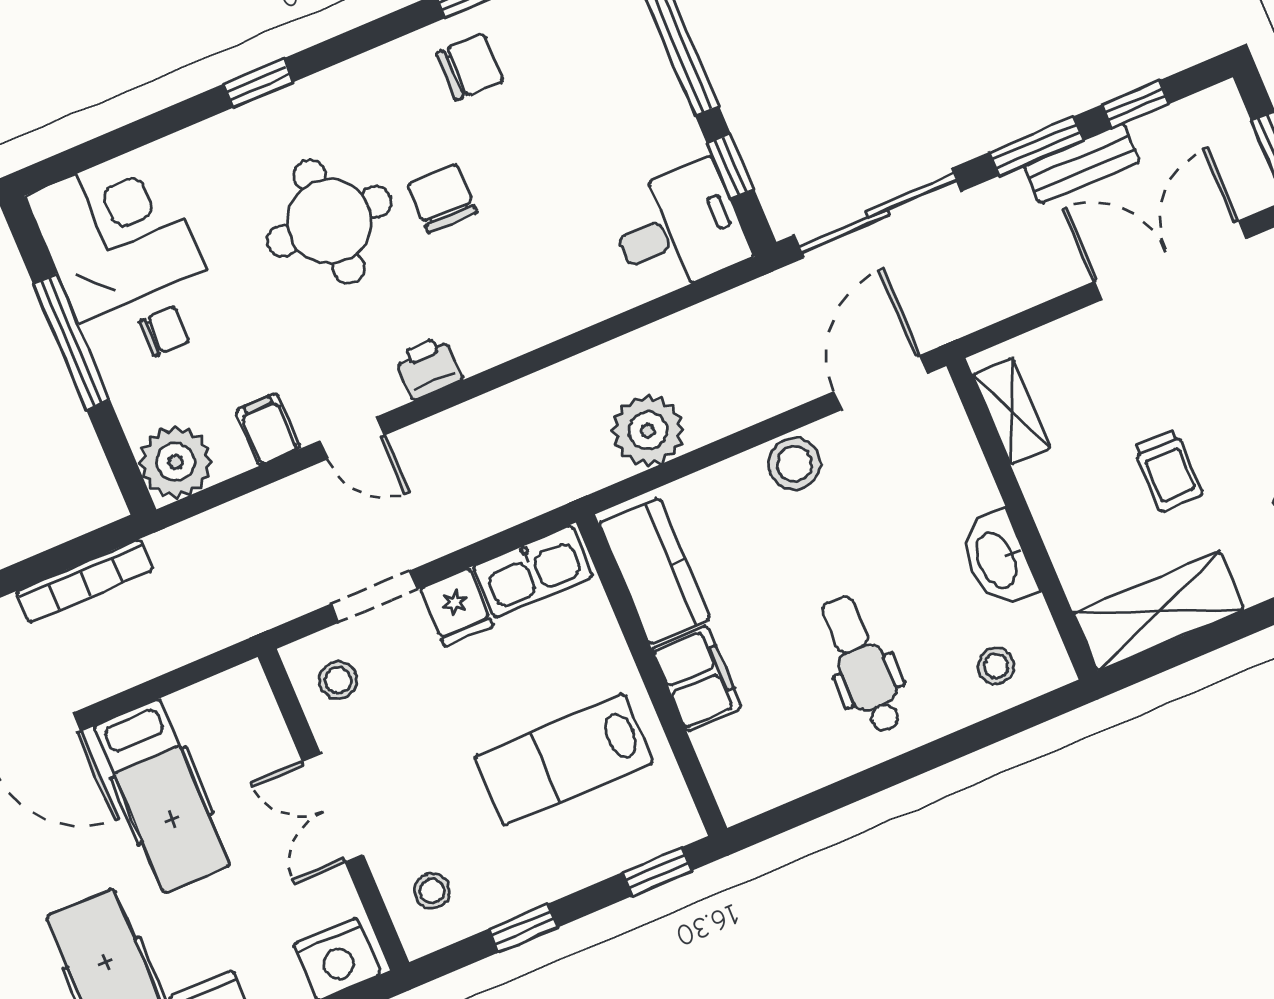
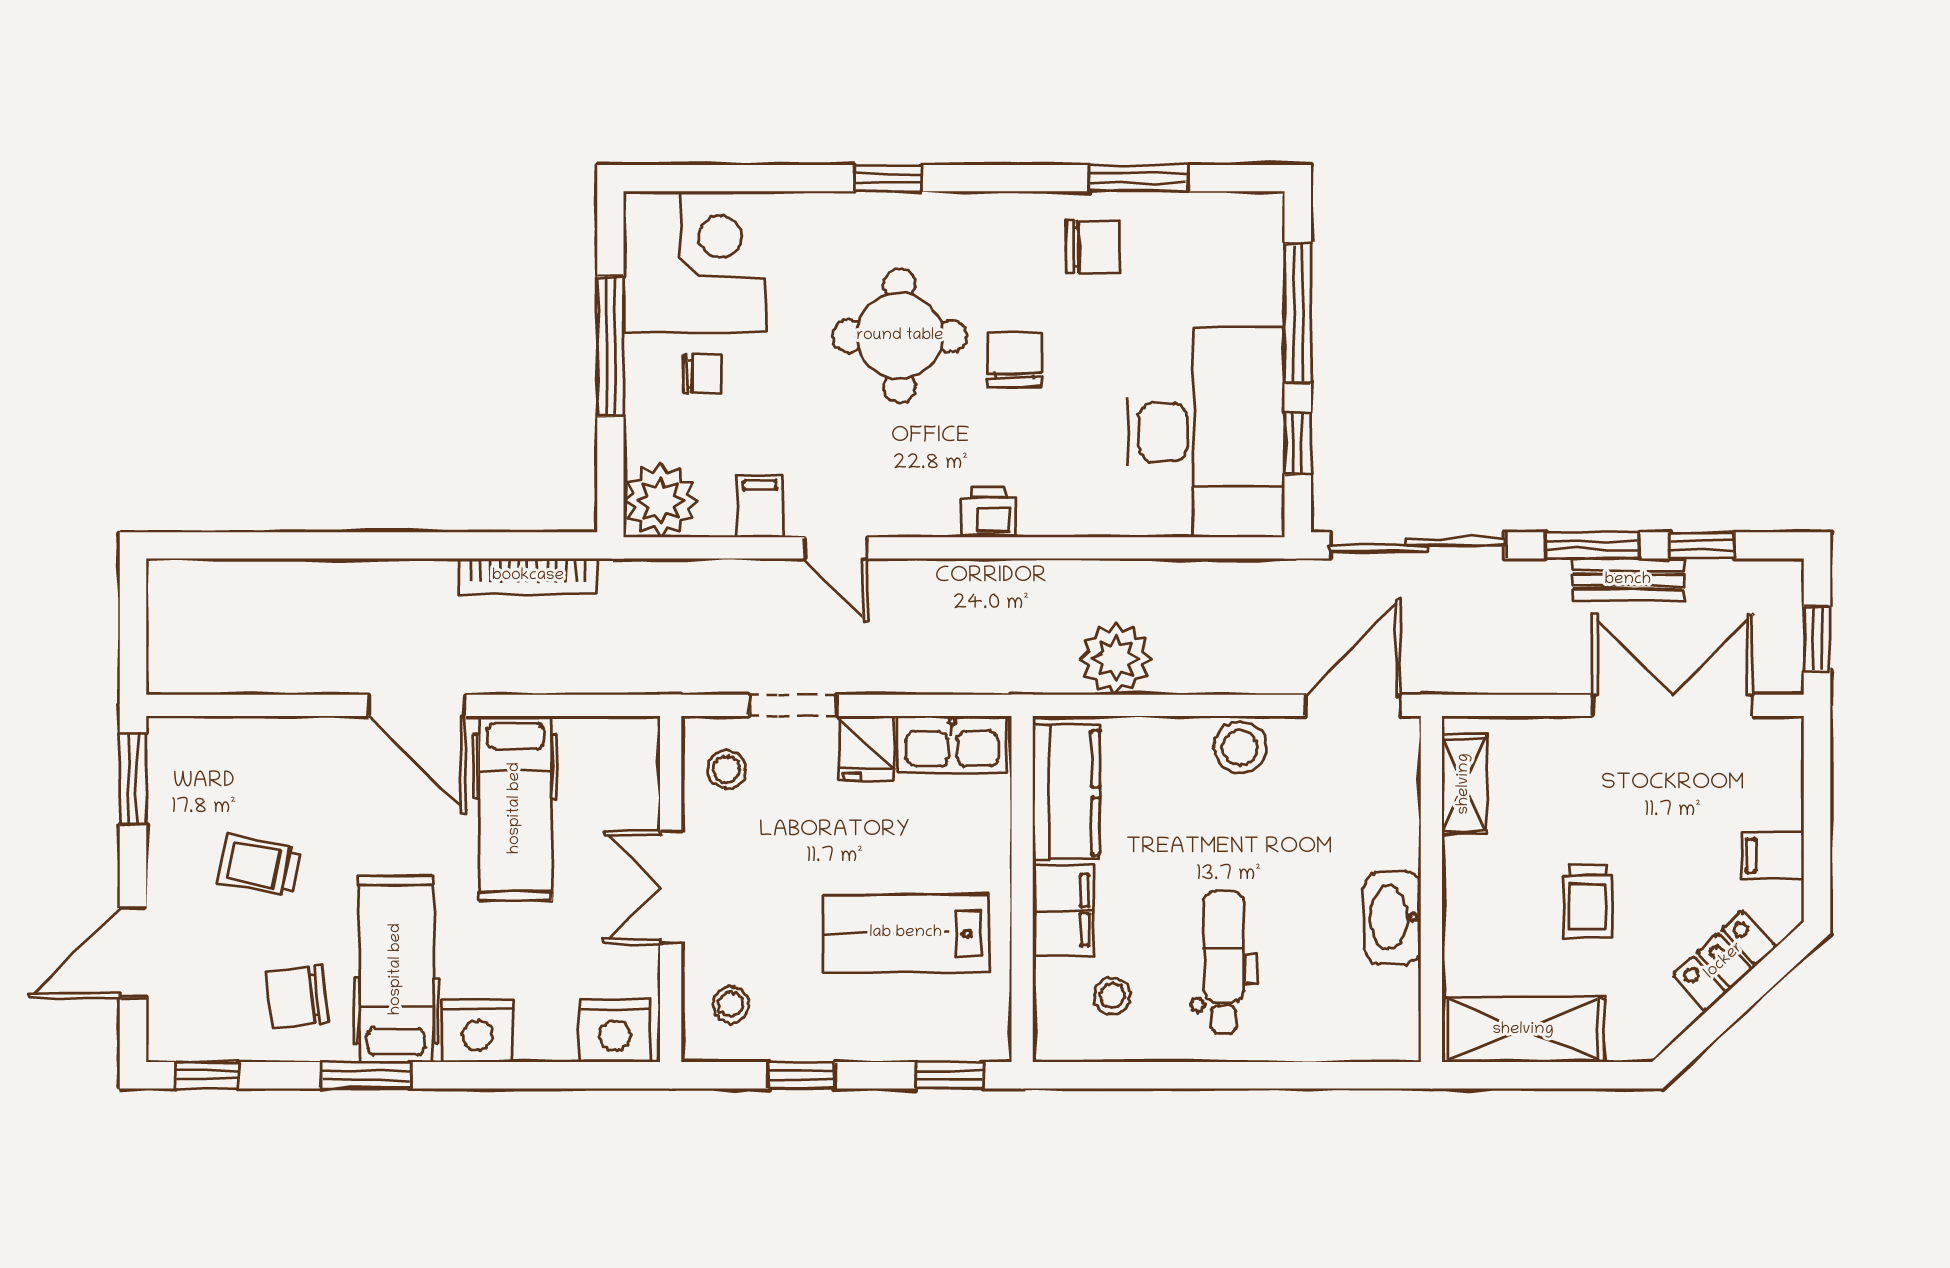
desk: (678, 229) -> (1206, 432), width x1.87, depth x1.30
printer: (428, 368) -> (988, 512), moved
stool: (996, 666) -> (1112, 996), moved

